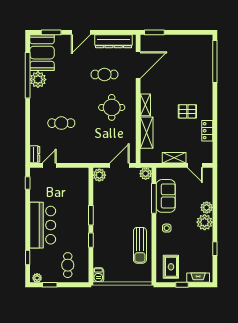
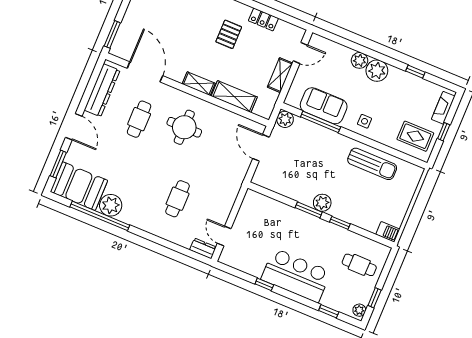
plant: (99, 175) -> (322, 203), moved
window: (28, 183) -> (264, 284), moved

